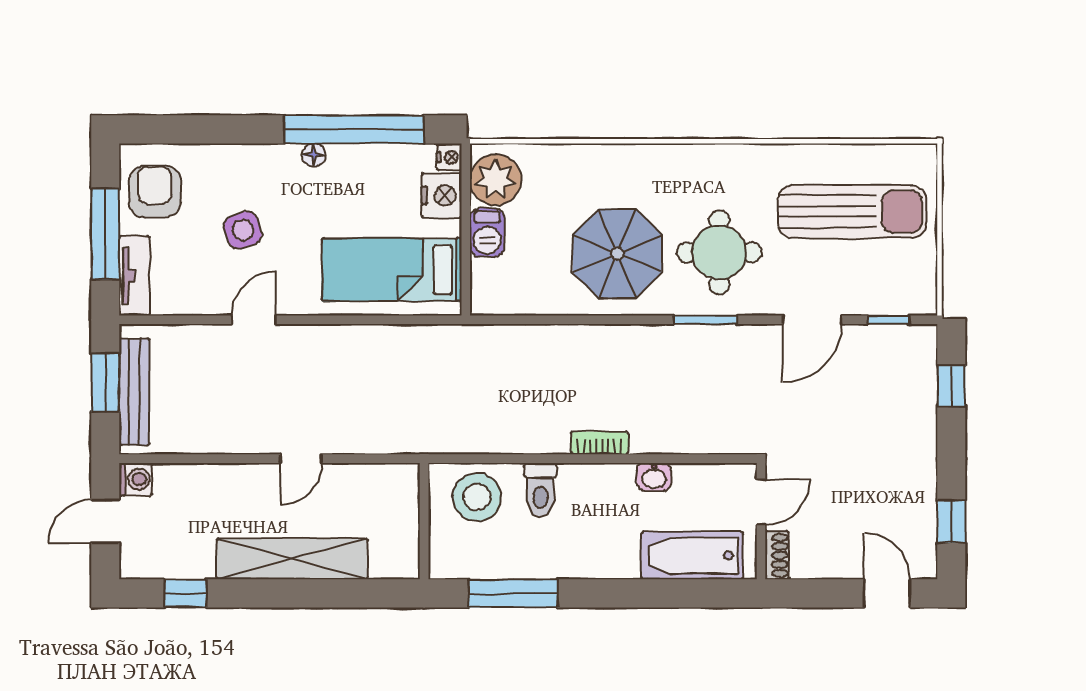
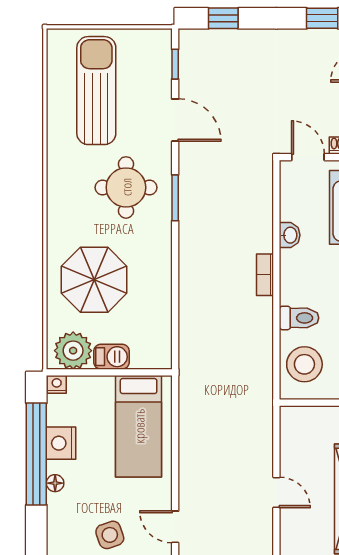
nightstand: (442, 195) -> (61, 443), moved, turned -90
parasol: (617, 254) -> (94, 280), moved

